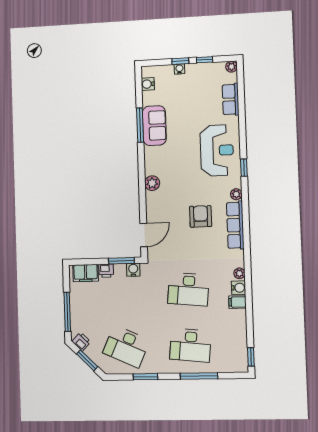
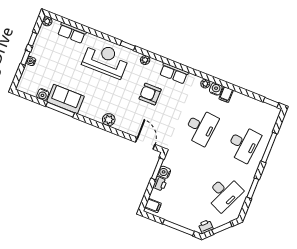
water cooler: (148, 84) -> (43, 95), moved
row of seats: (235, 225) -> (174, 73), width x0.68
water cooler: (133, 270) -> (164, 172), moved
filing cabinet: (86, 273) -> (153, 205), width x0.50

